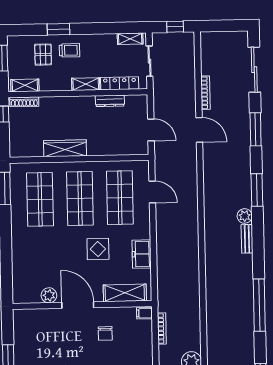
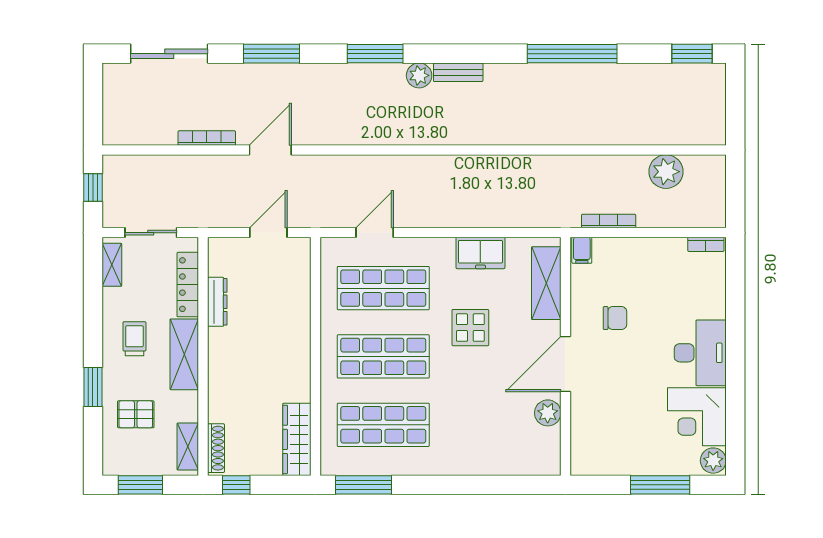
trolley: (69, 50) -> (134, 339), moved
shelving: (86, 84) -> (184, 354), width x1.50, depth x1.33
wardrobe: (65, 148) -> (297, 439), moved

